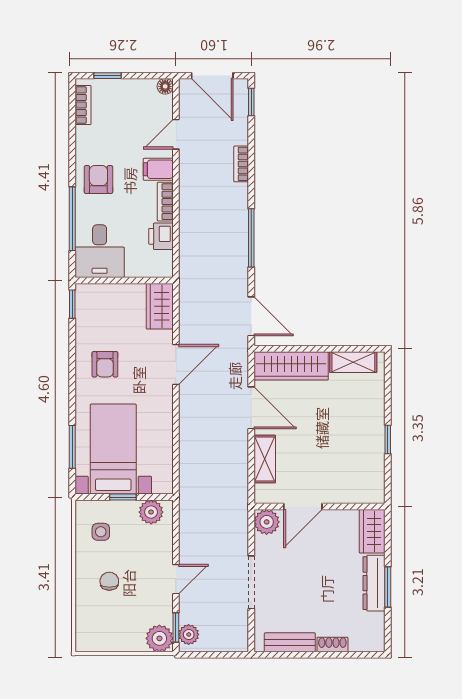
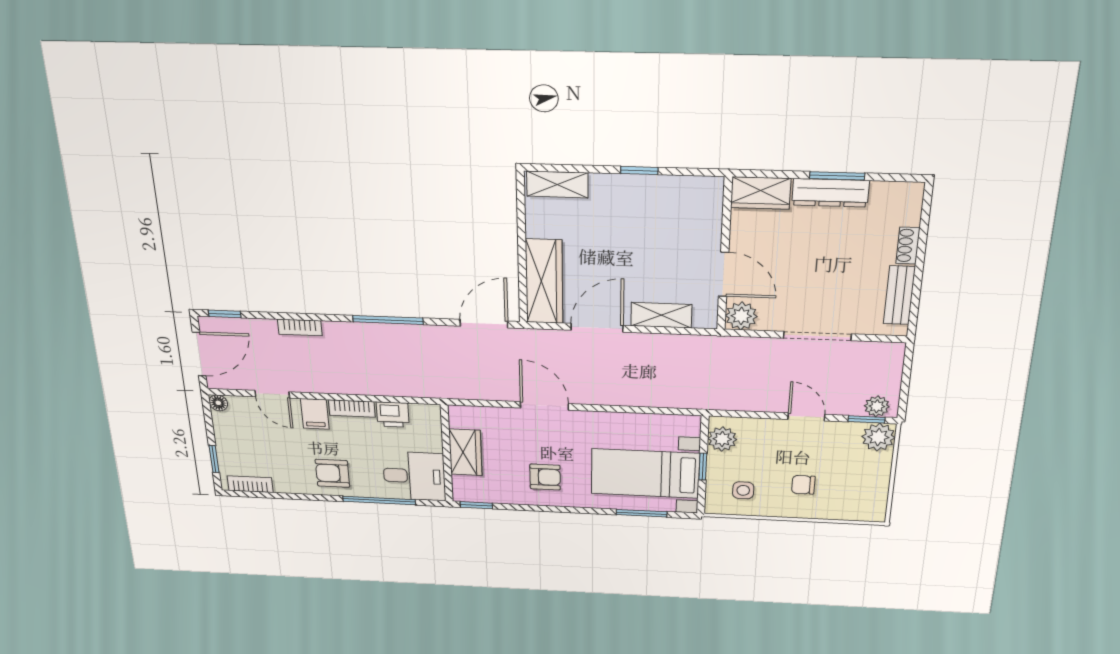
wardrobe: (160, 306) -> (465, 452), moved, turned -90
shelving: (353, 362) -> (557, 184), moved, turned 90

